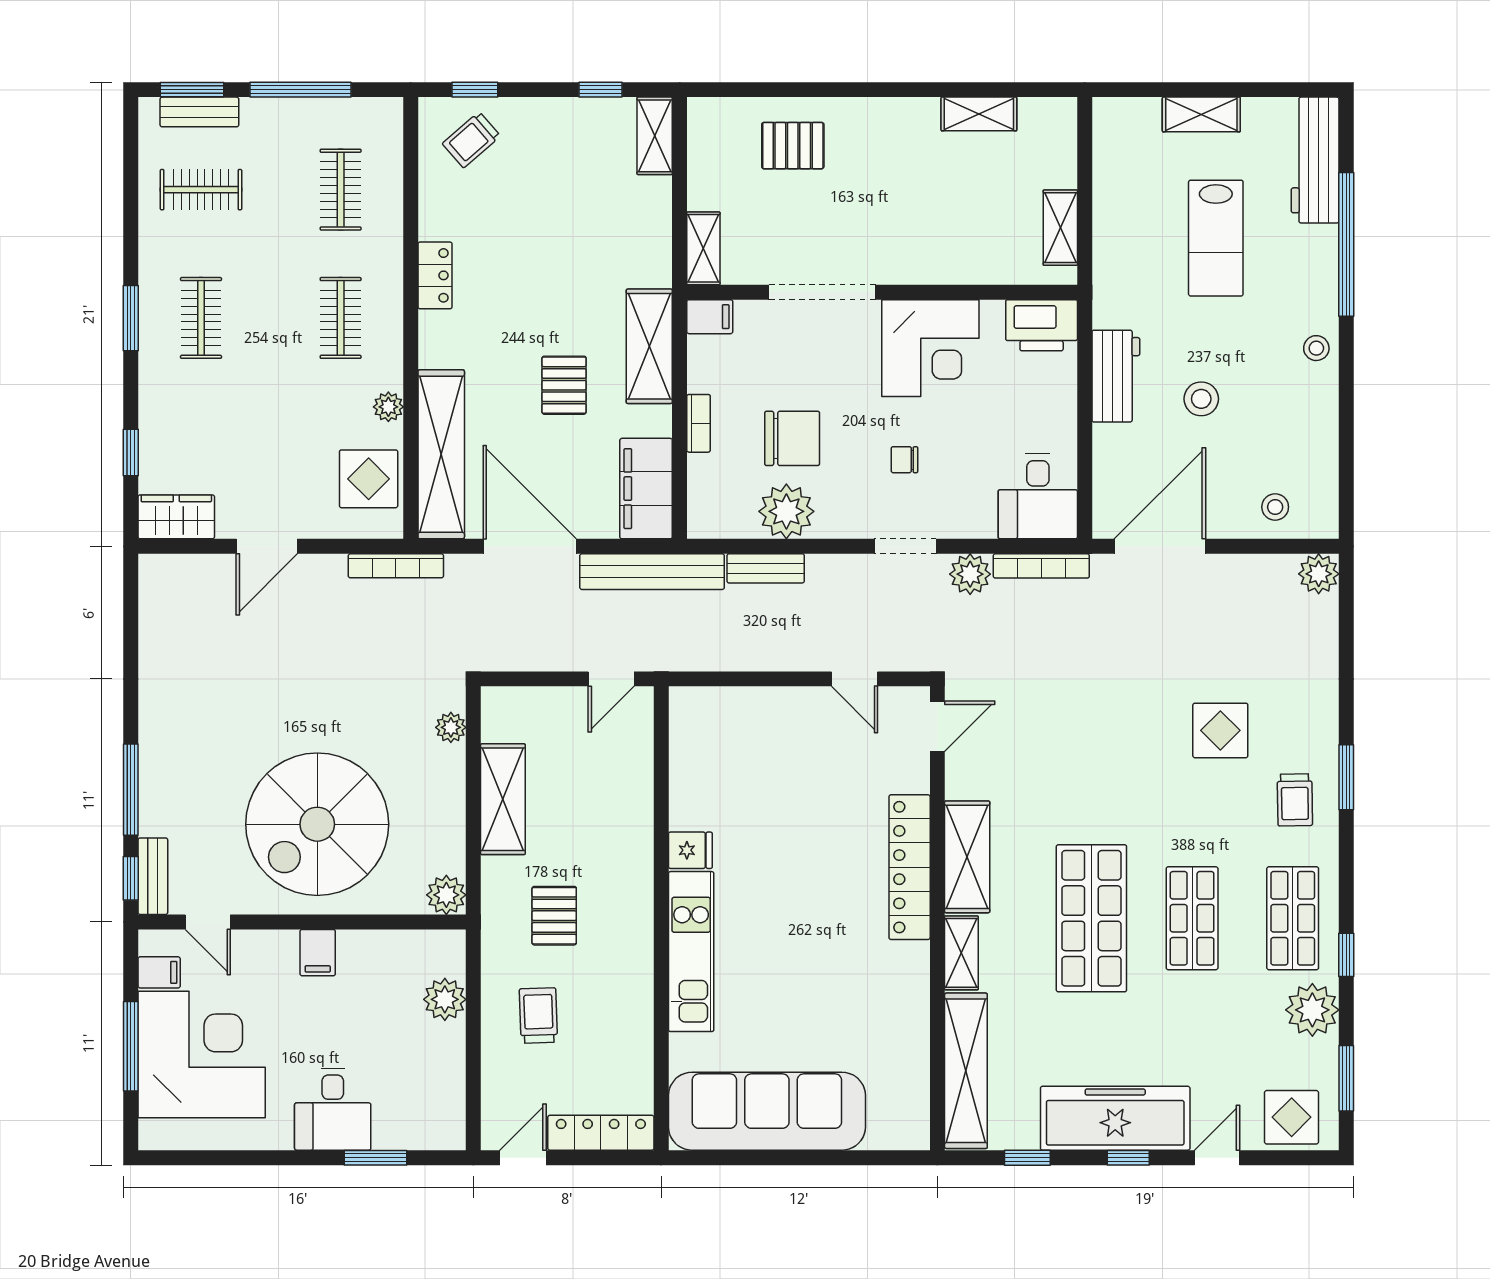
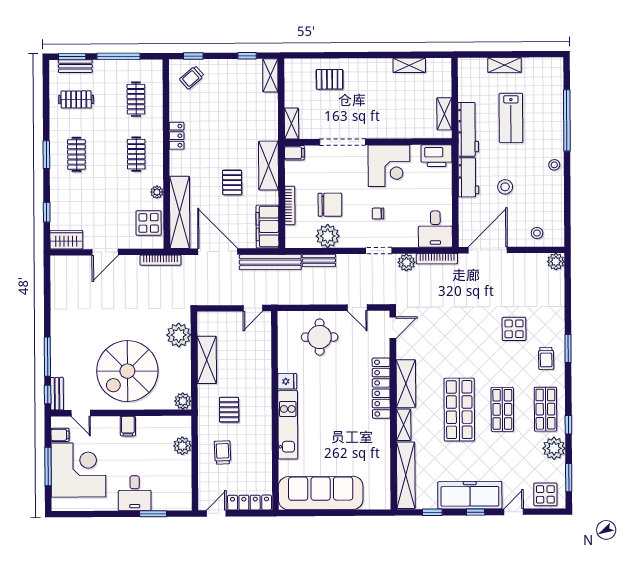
workbench: (1315, 160) -> (468, 129), moved, turned 180
bookcase: (699, 423) -> (290, 205), width x1.56
plant: (451, 727) -> (179, 335), width x1.88, depth x1.88
round table: (766, 747) -> (320, 337), added

